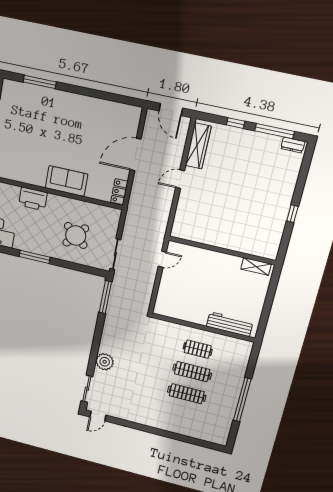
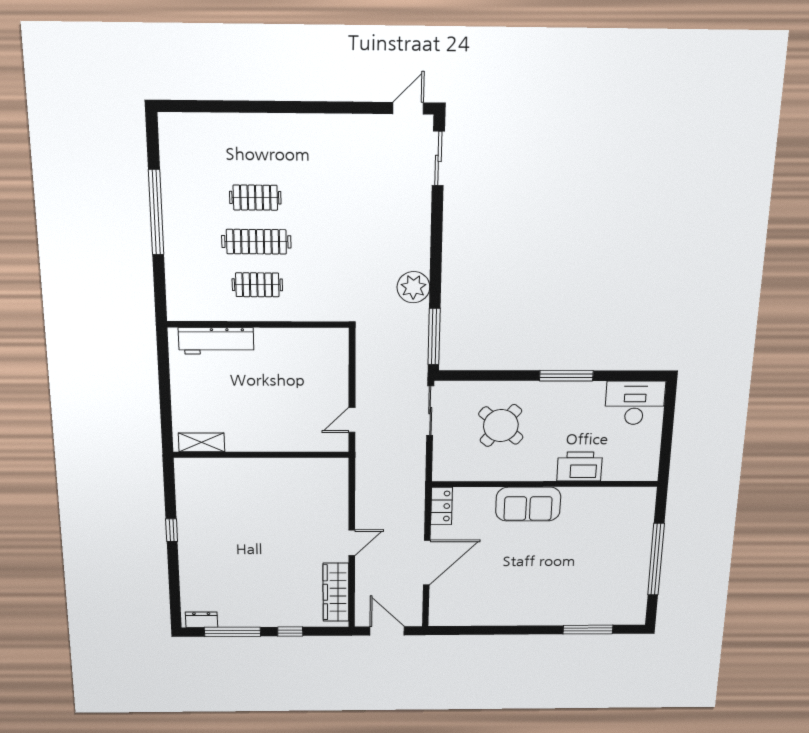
plant: (105, 362) -> (413, 287), moved
clothes rail: (187, 394) -> (255, 198), width x0.73

